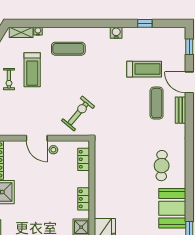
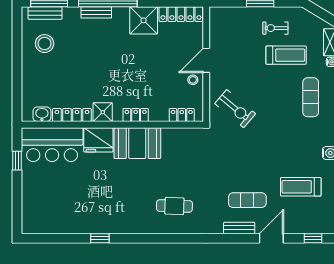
treadmill: (144, 69) -> (301, 187), moved, turned 90
treadmill: (32, 70) -> (286, 55), turned 180
booth: (172, 208) -> (137, 143), moved

